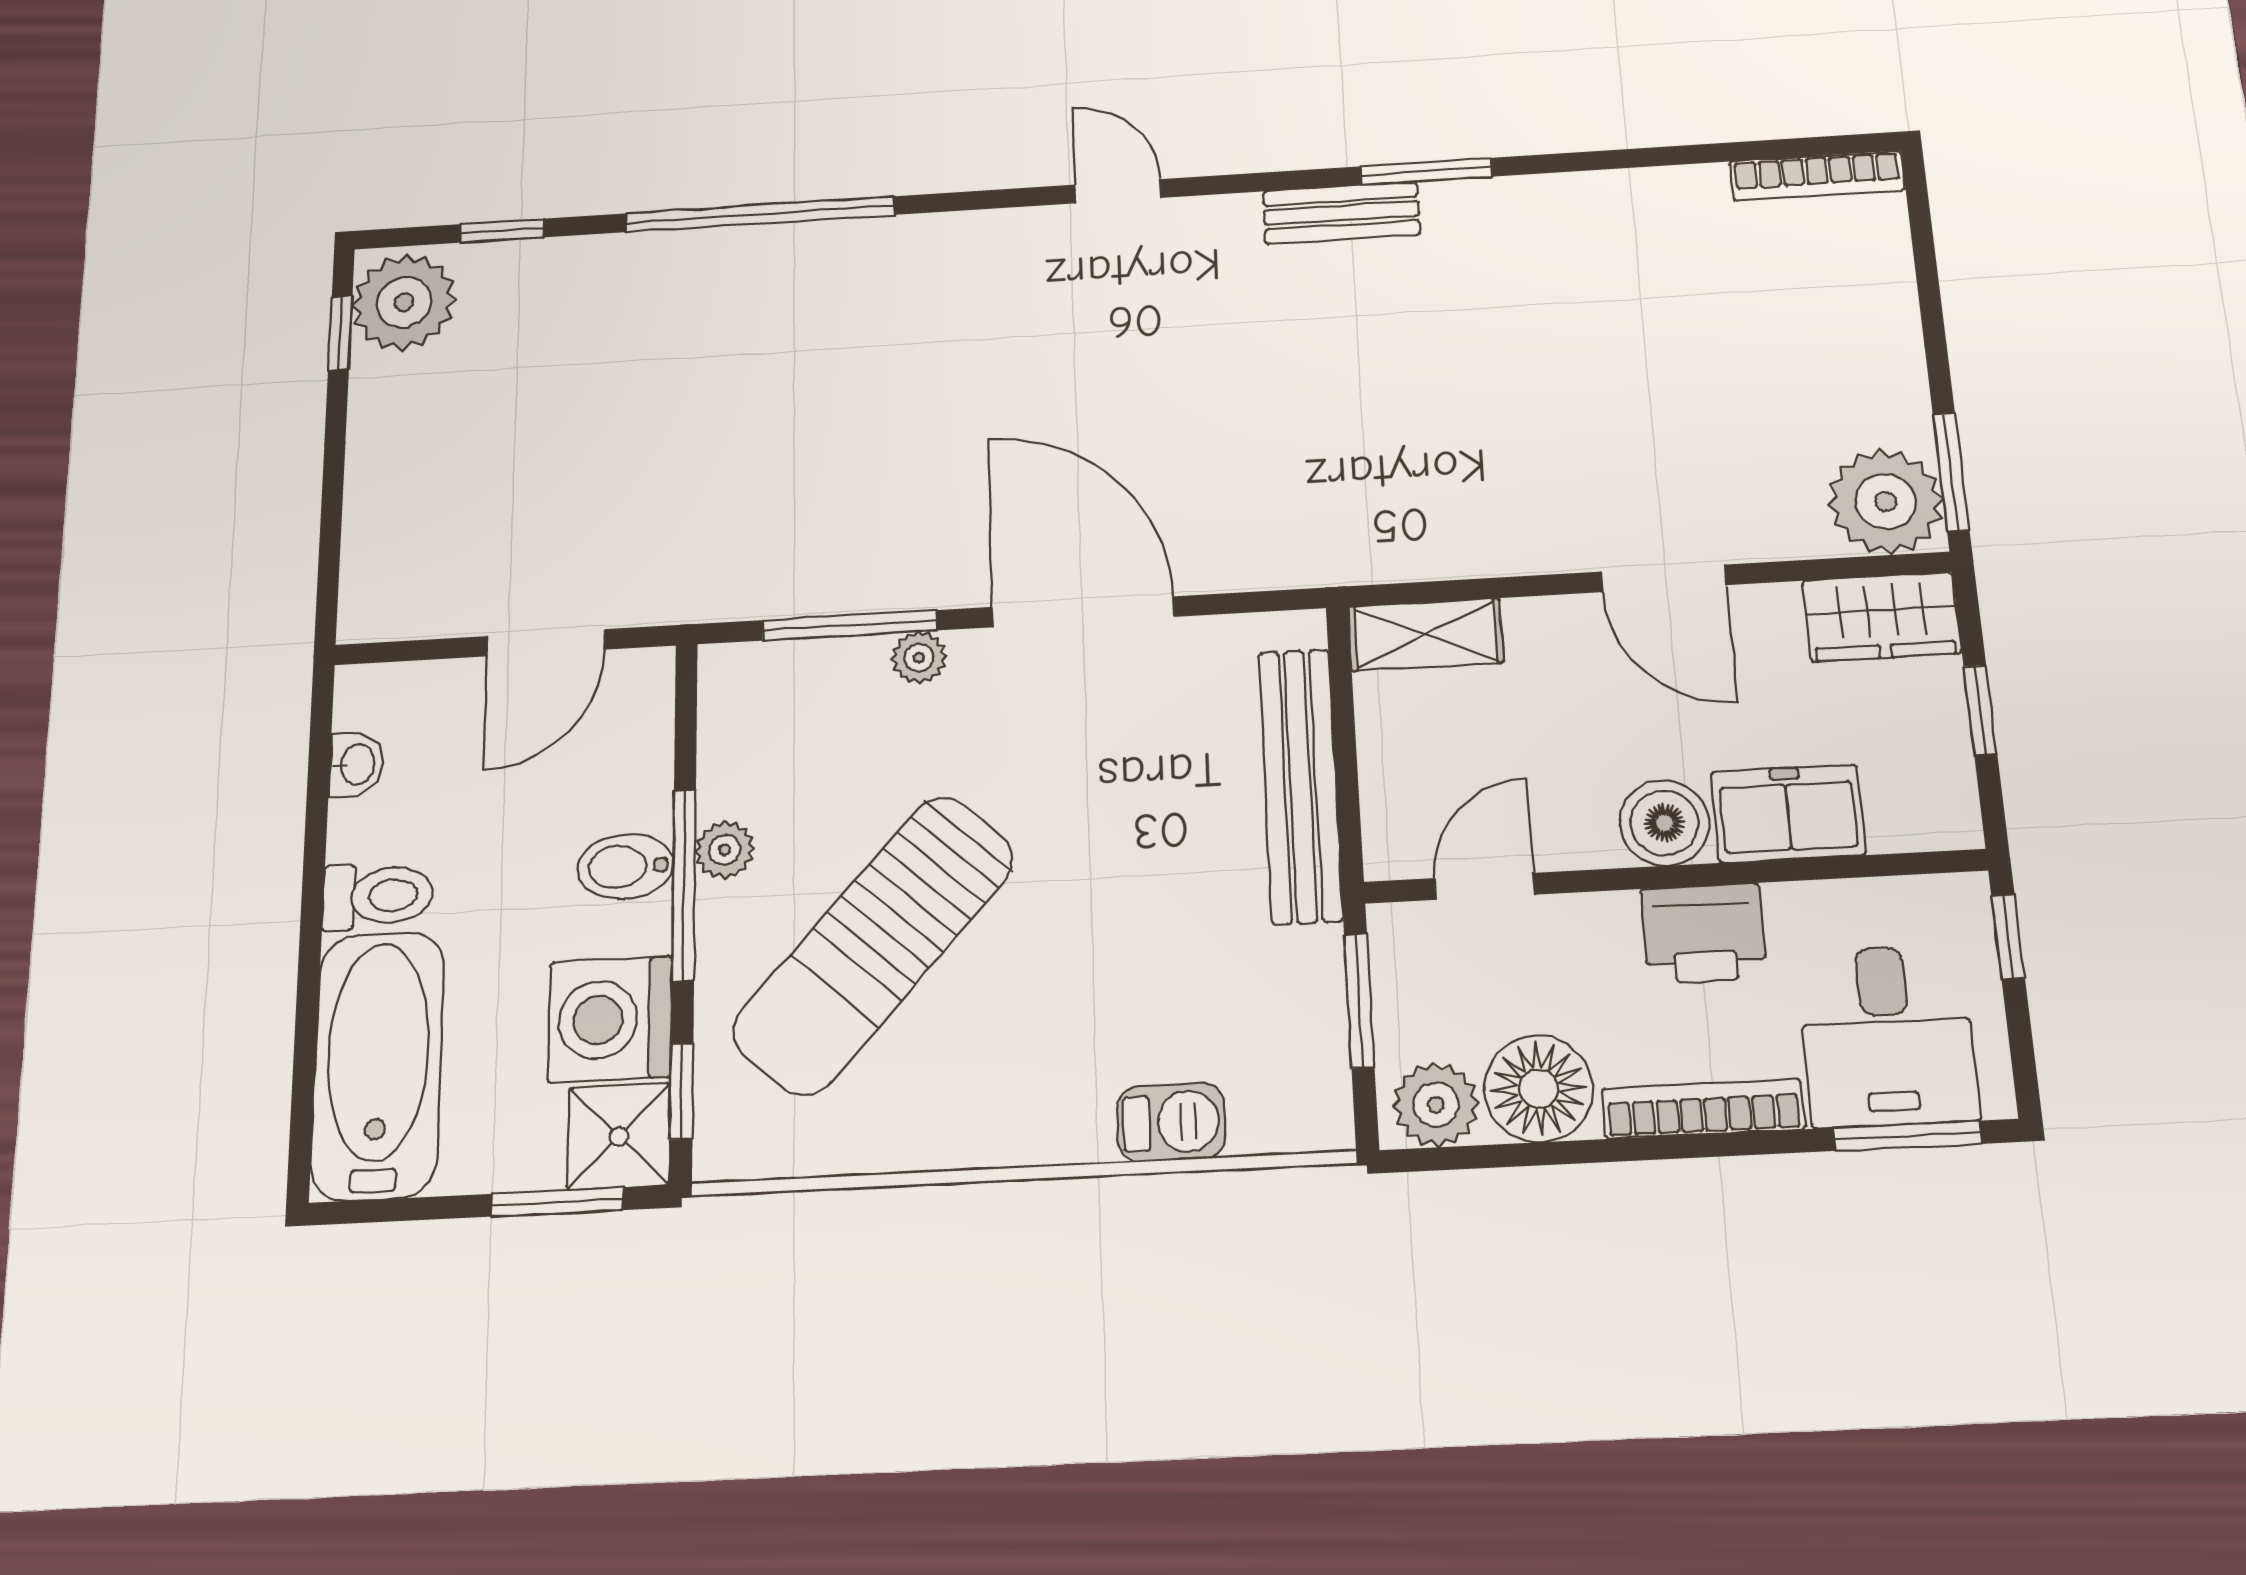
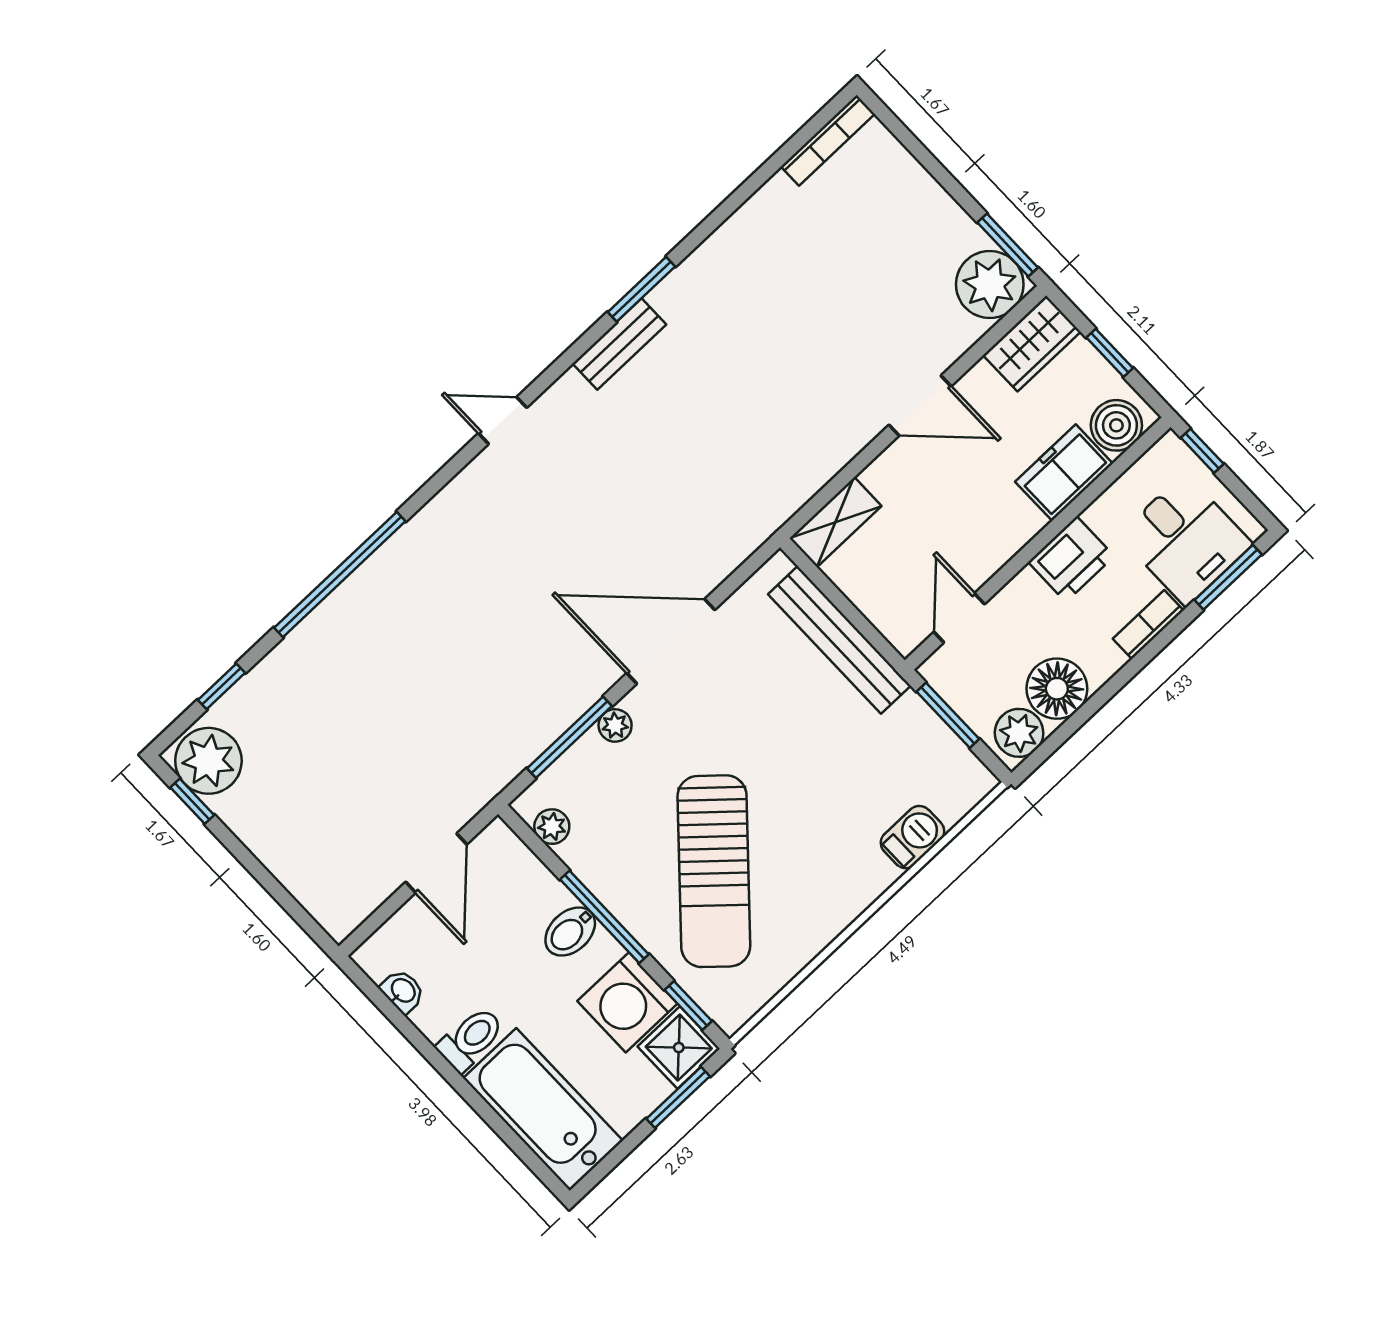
boiler: (1665, 823) -> (1116, 425), moved
plant: (725, 850) -> (552, 827), moved
bookcase: (1703, 1109) -> (1148, 625), width x0.64

